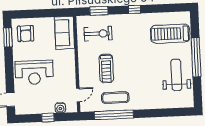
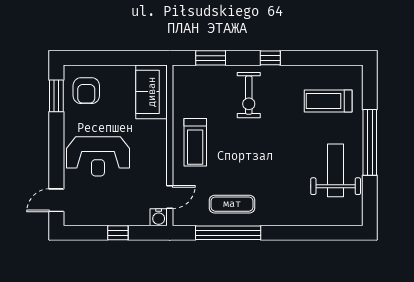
exercise bike: (98, 34) -> (249, 95), moved, turned 90
treadmill: (170, 34) -> (328, 101), width x0.73, depth x0.73
treadmill: (106, 68) -> (195, 142), moved
water cooler: (60, 108) -> (159, 217), moved

